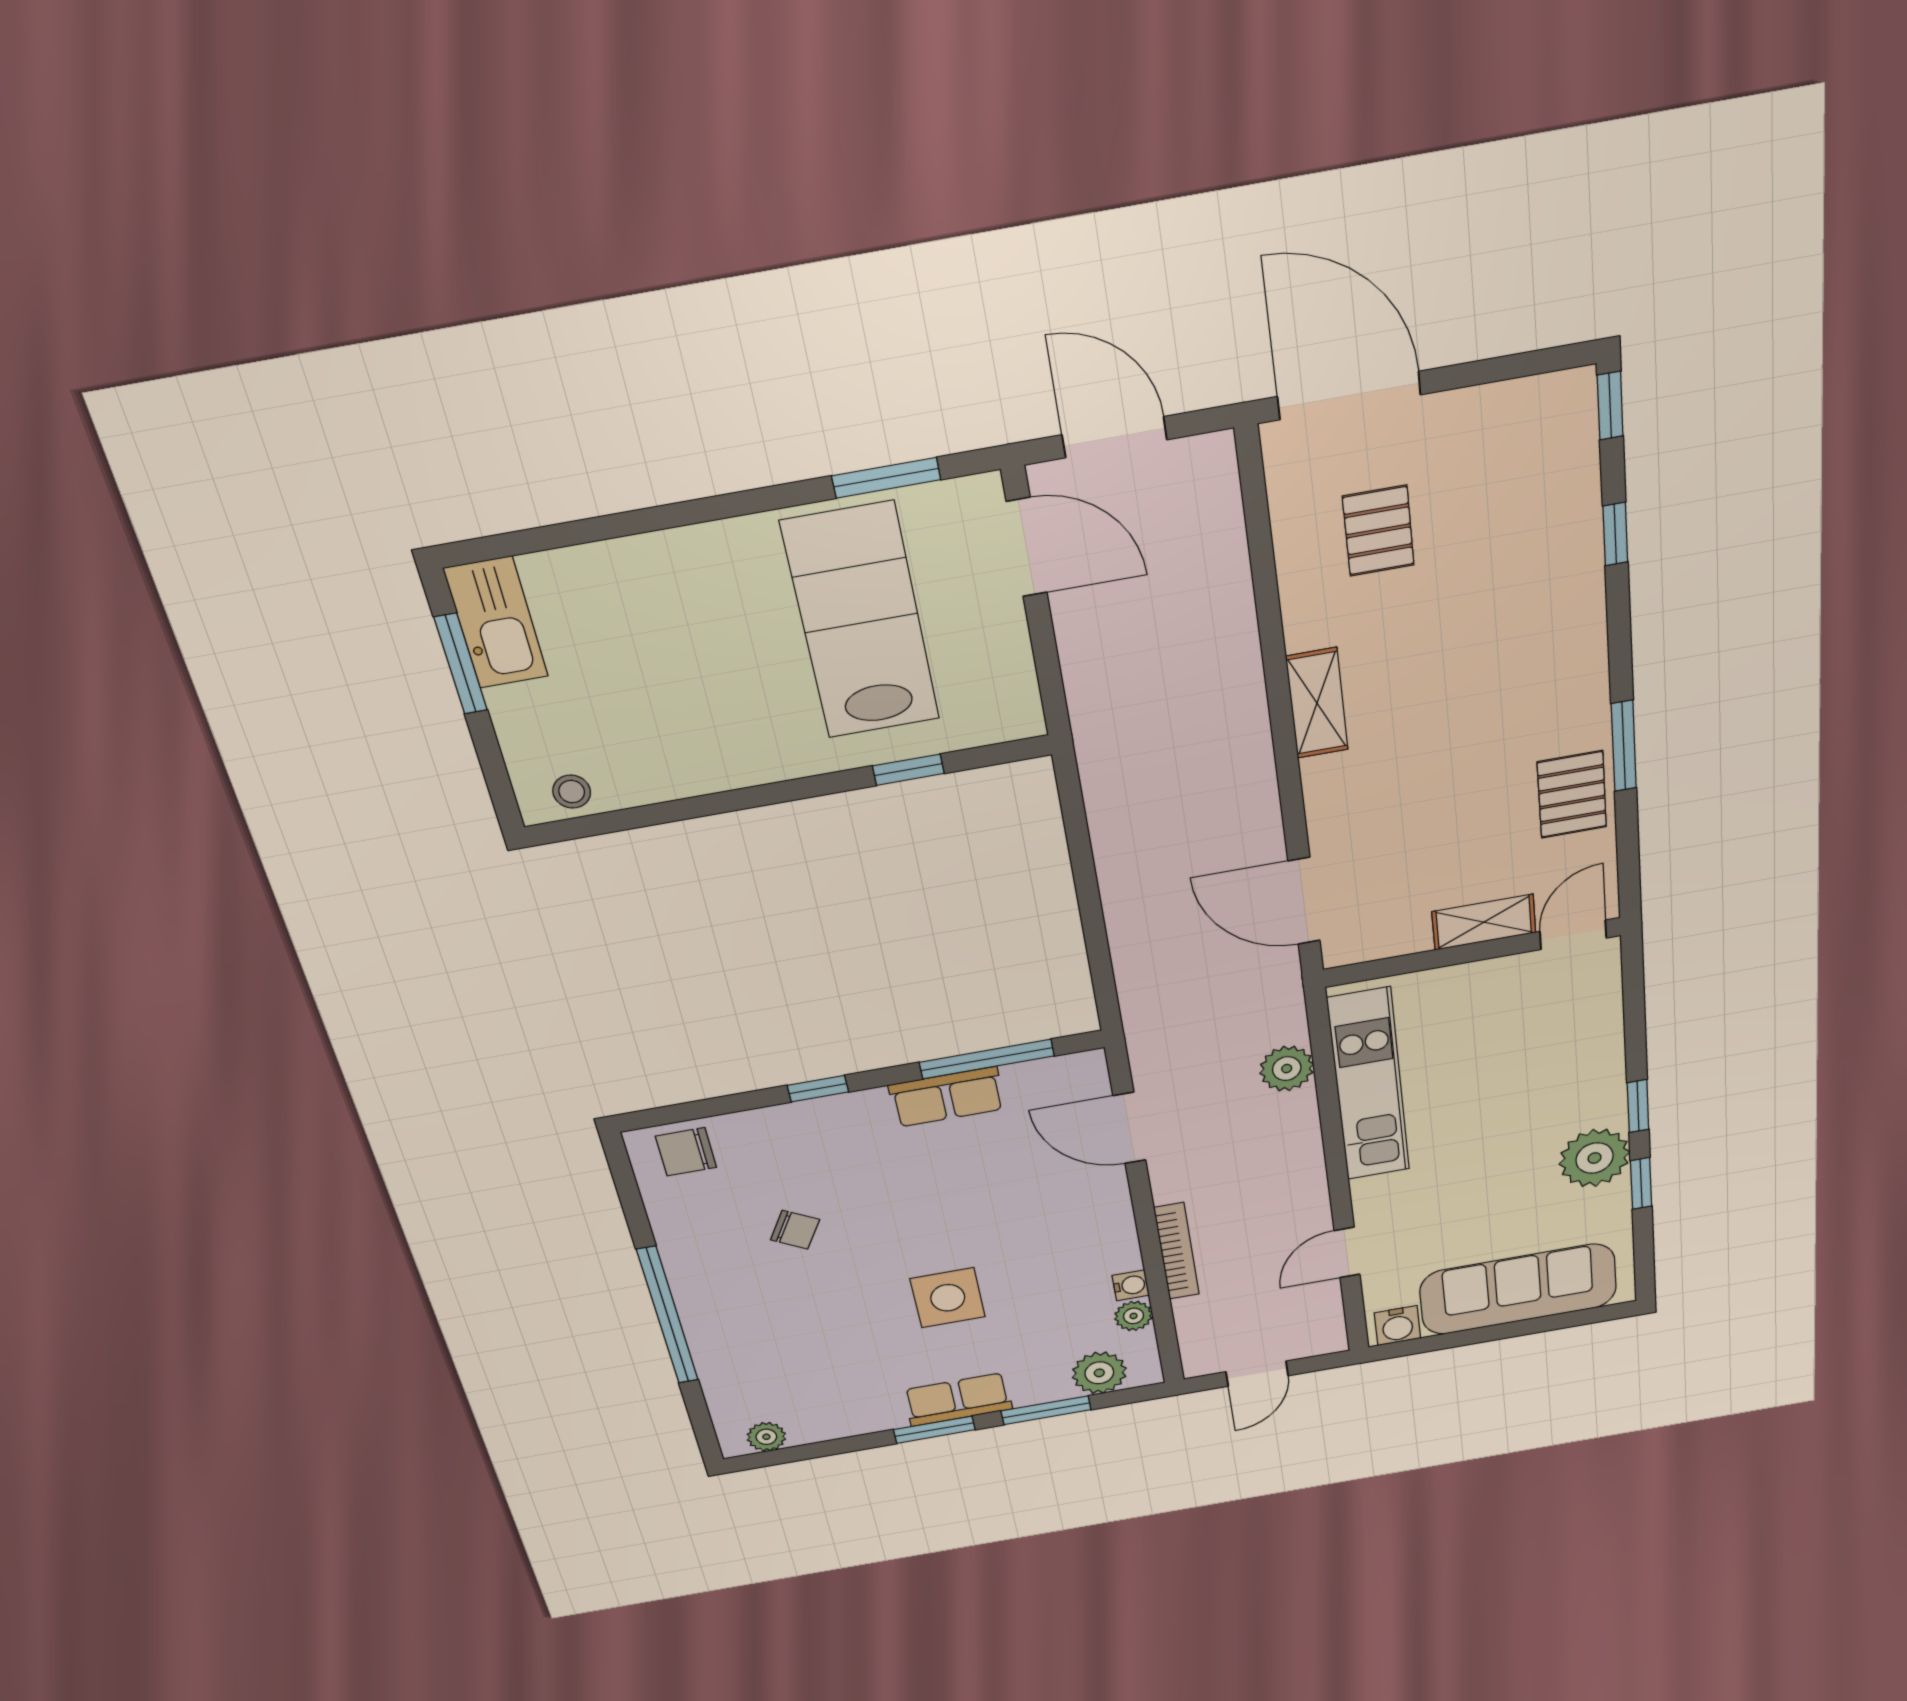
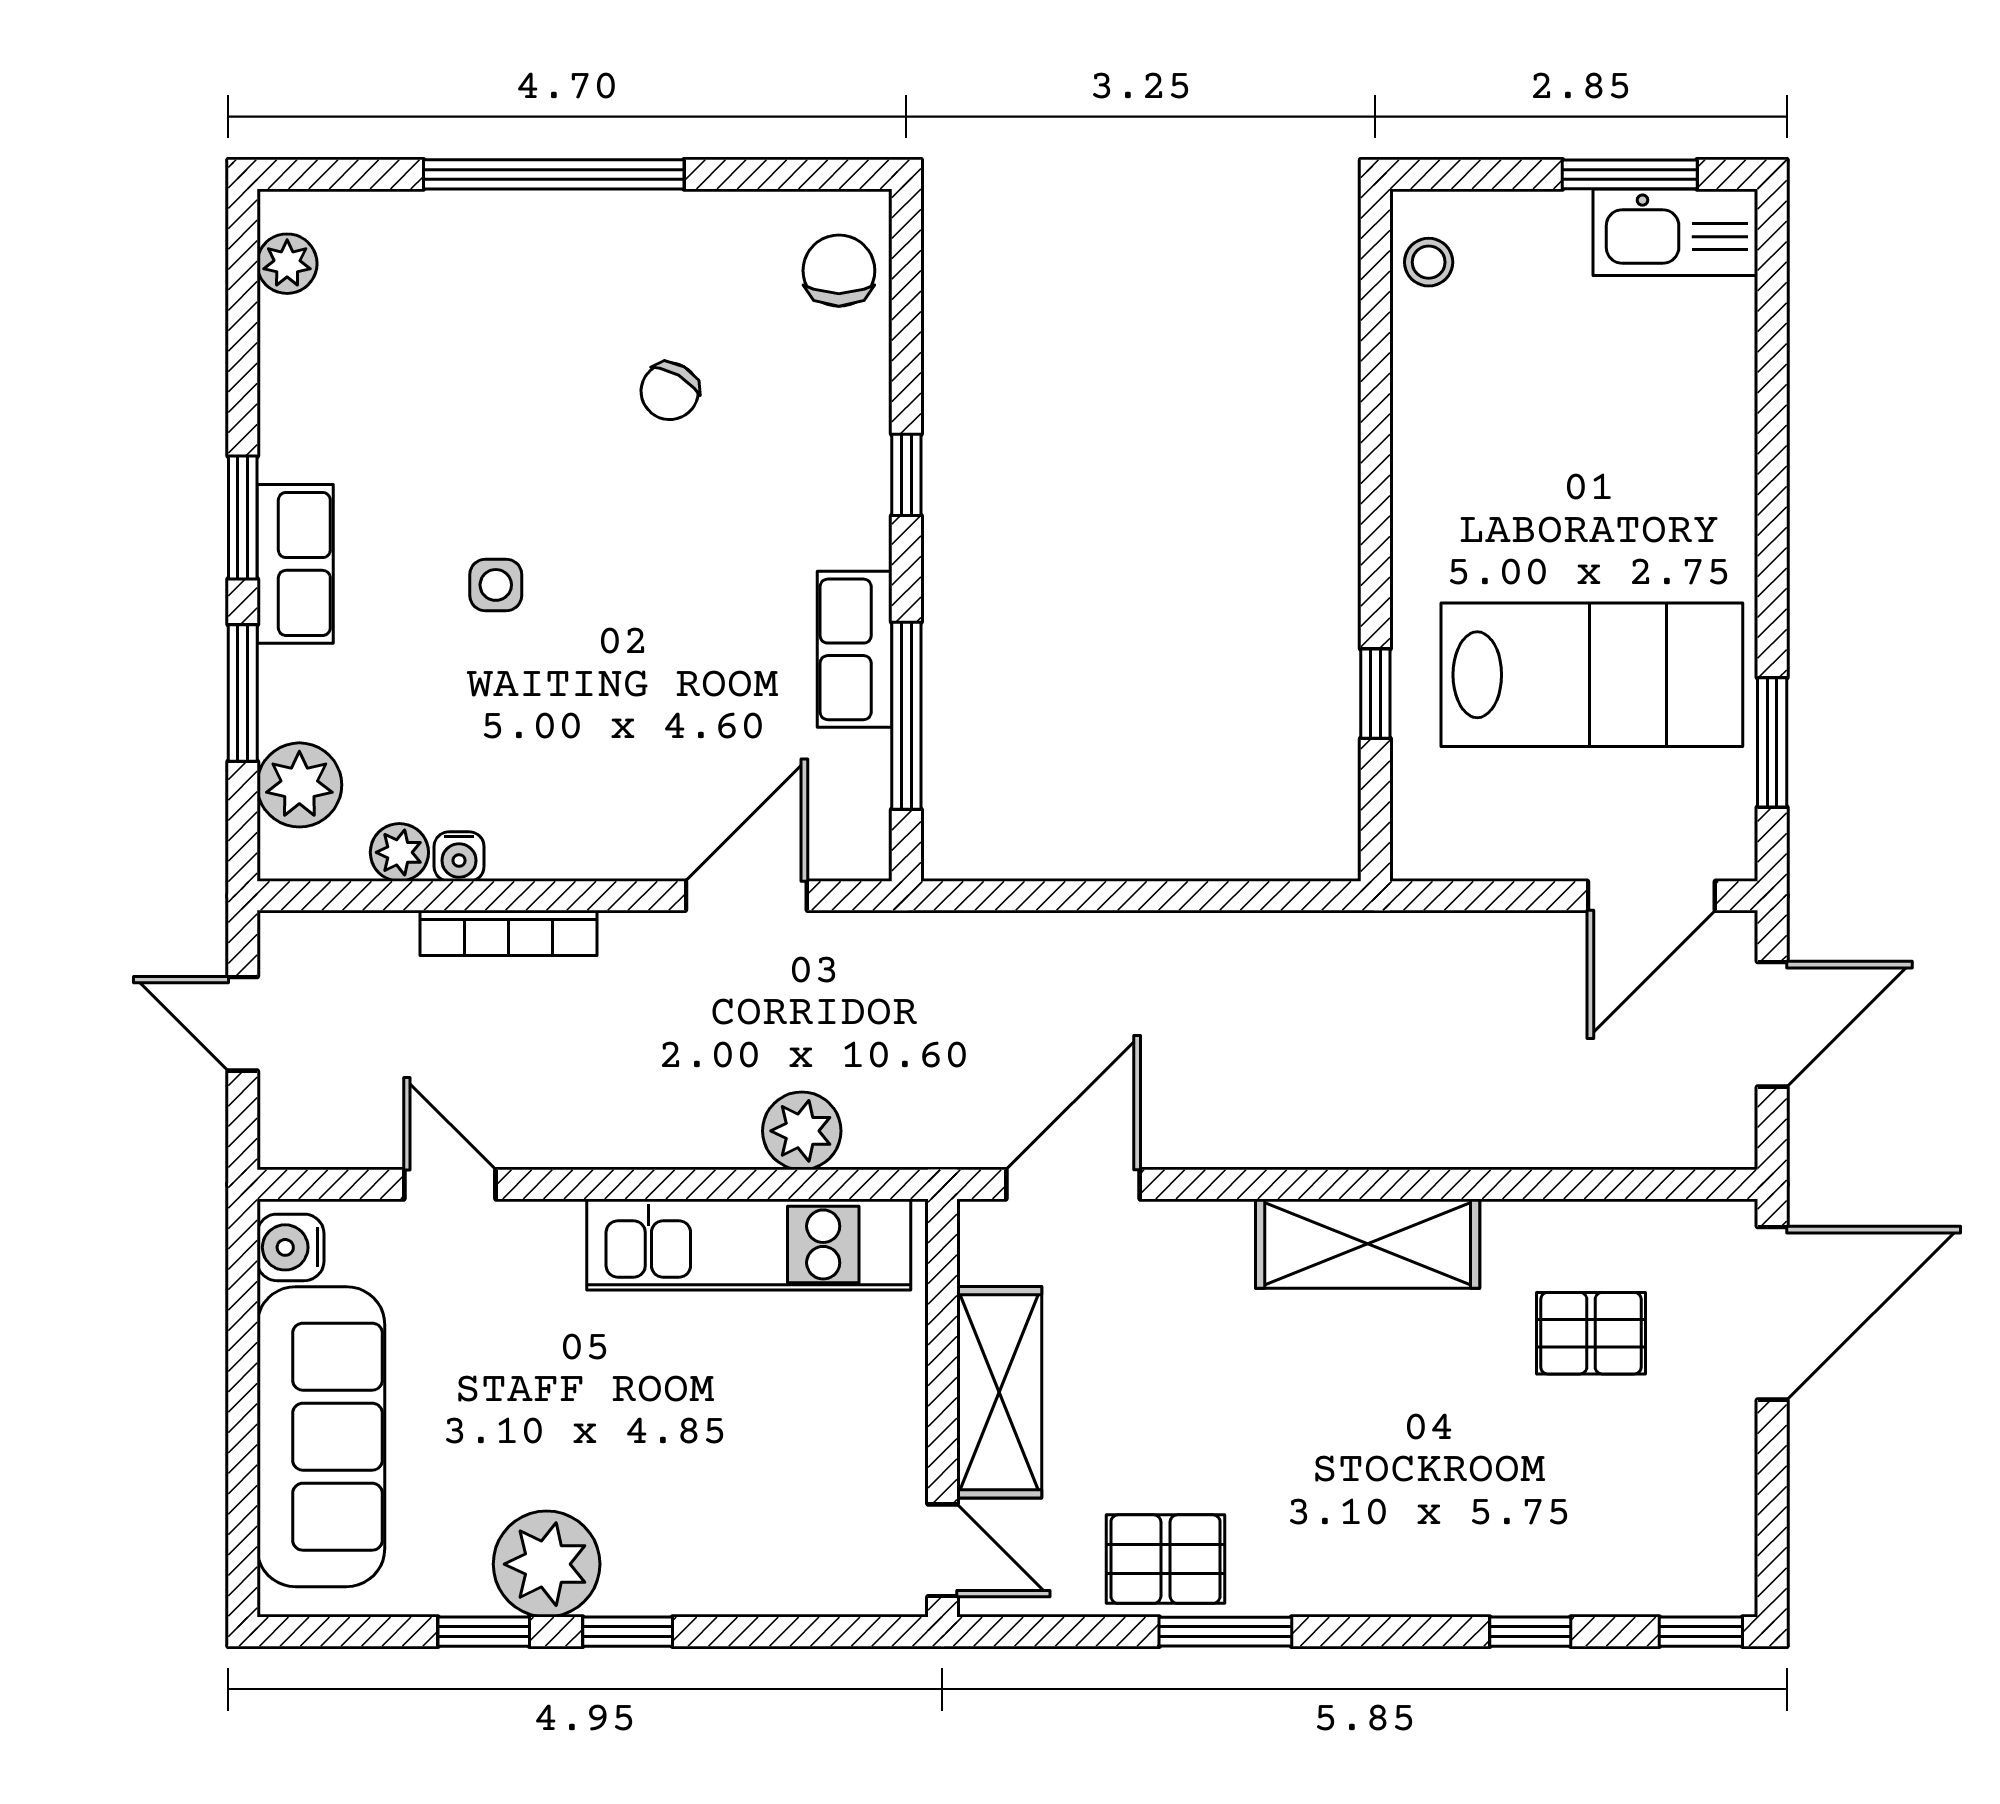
shelving: (1317, 703) -> (1368, 1244), width x1.50, depth x1.33
shelving: (1484, 922) -> (999, 1392), width x1.50, depth x1.33
side table: (948, 1298) -> (496, 585), width x0.54, depth x0.54

